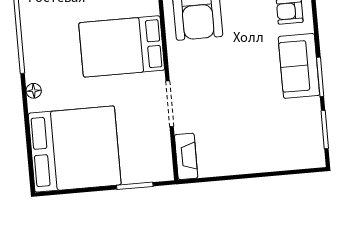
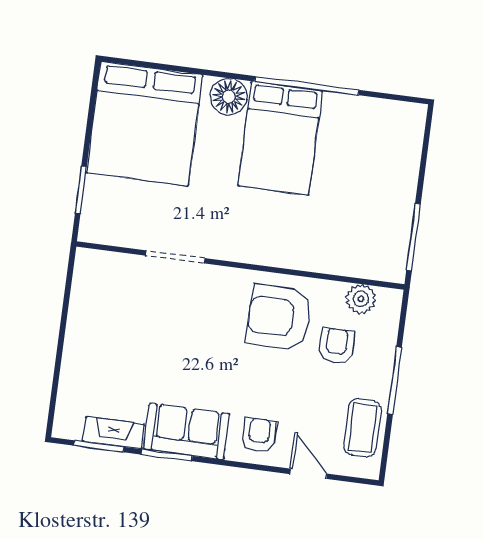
bed: (122, 46) -> (280, 138), moved, turned 180
floor lamp: (34, 91) -> (229, 97), width x1.89, depth x1.89
fireplace: (186, 156) -> (114, 433), moved, turned 180

